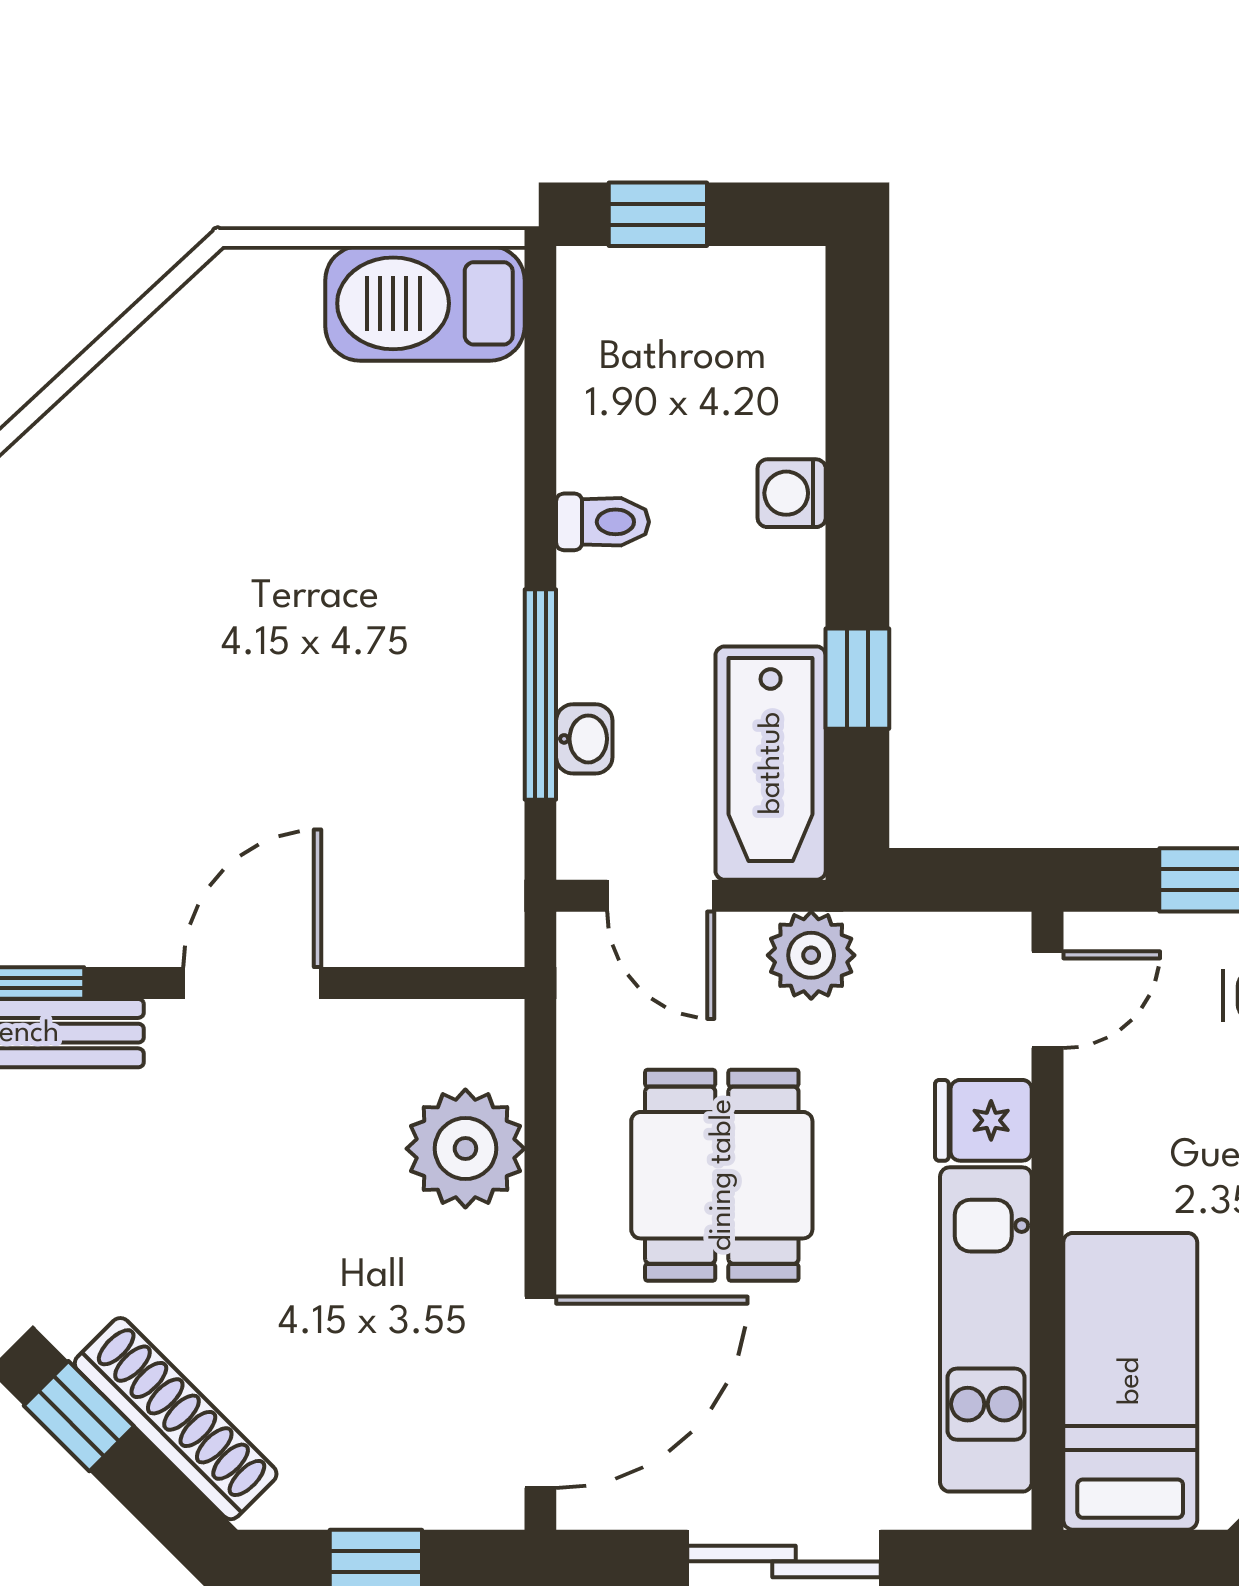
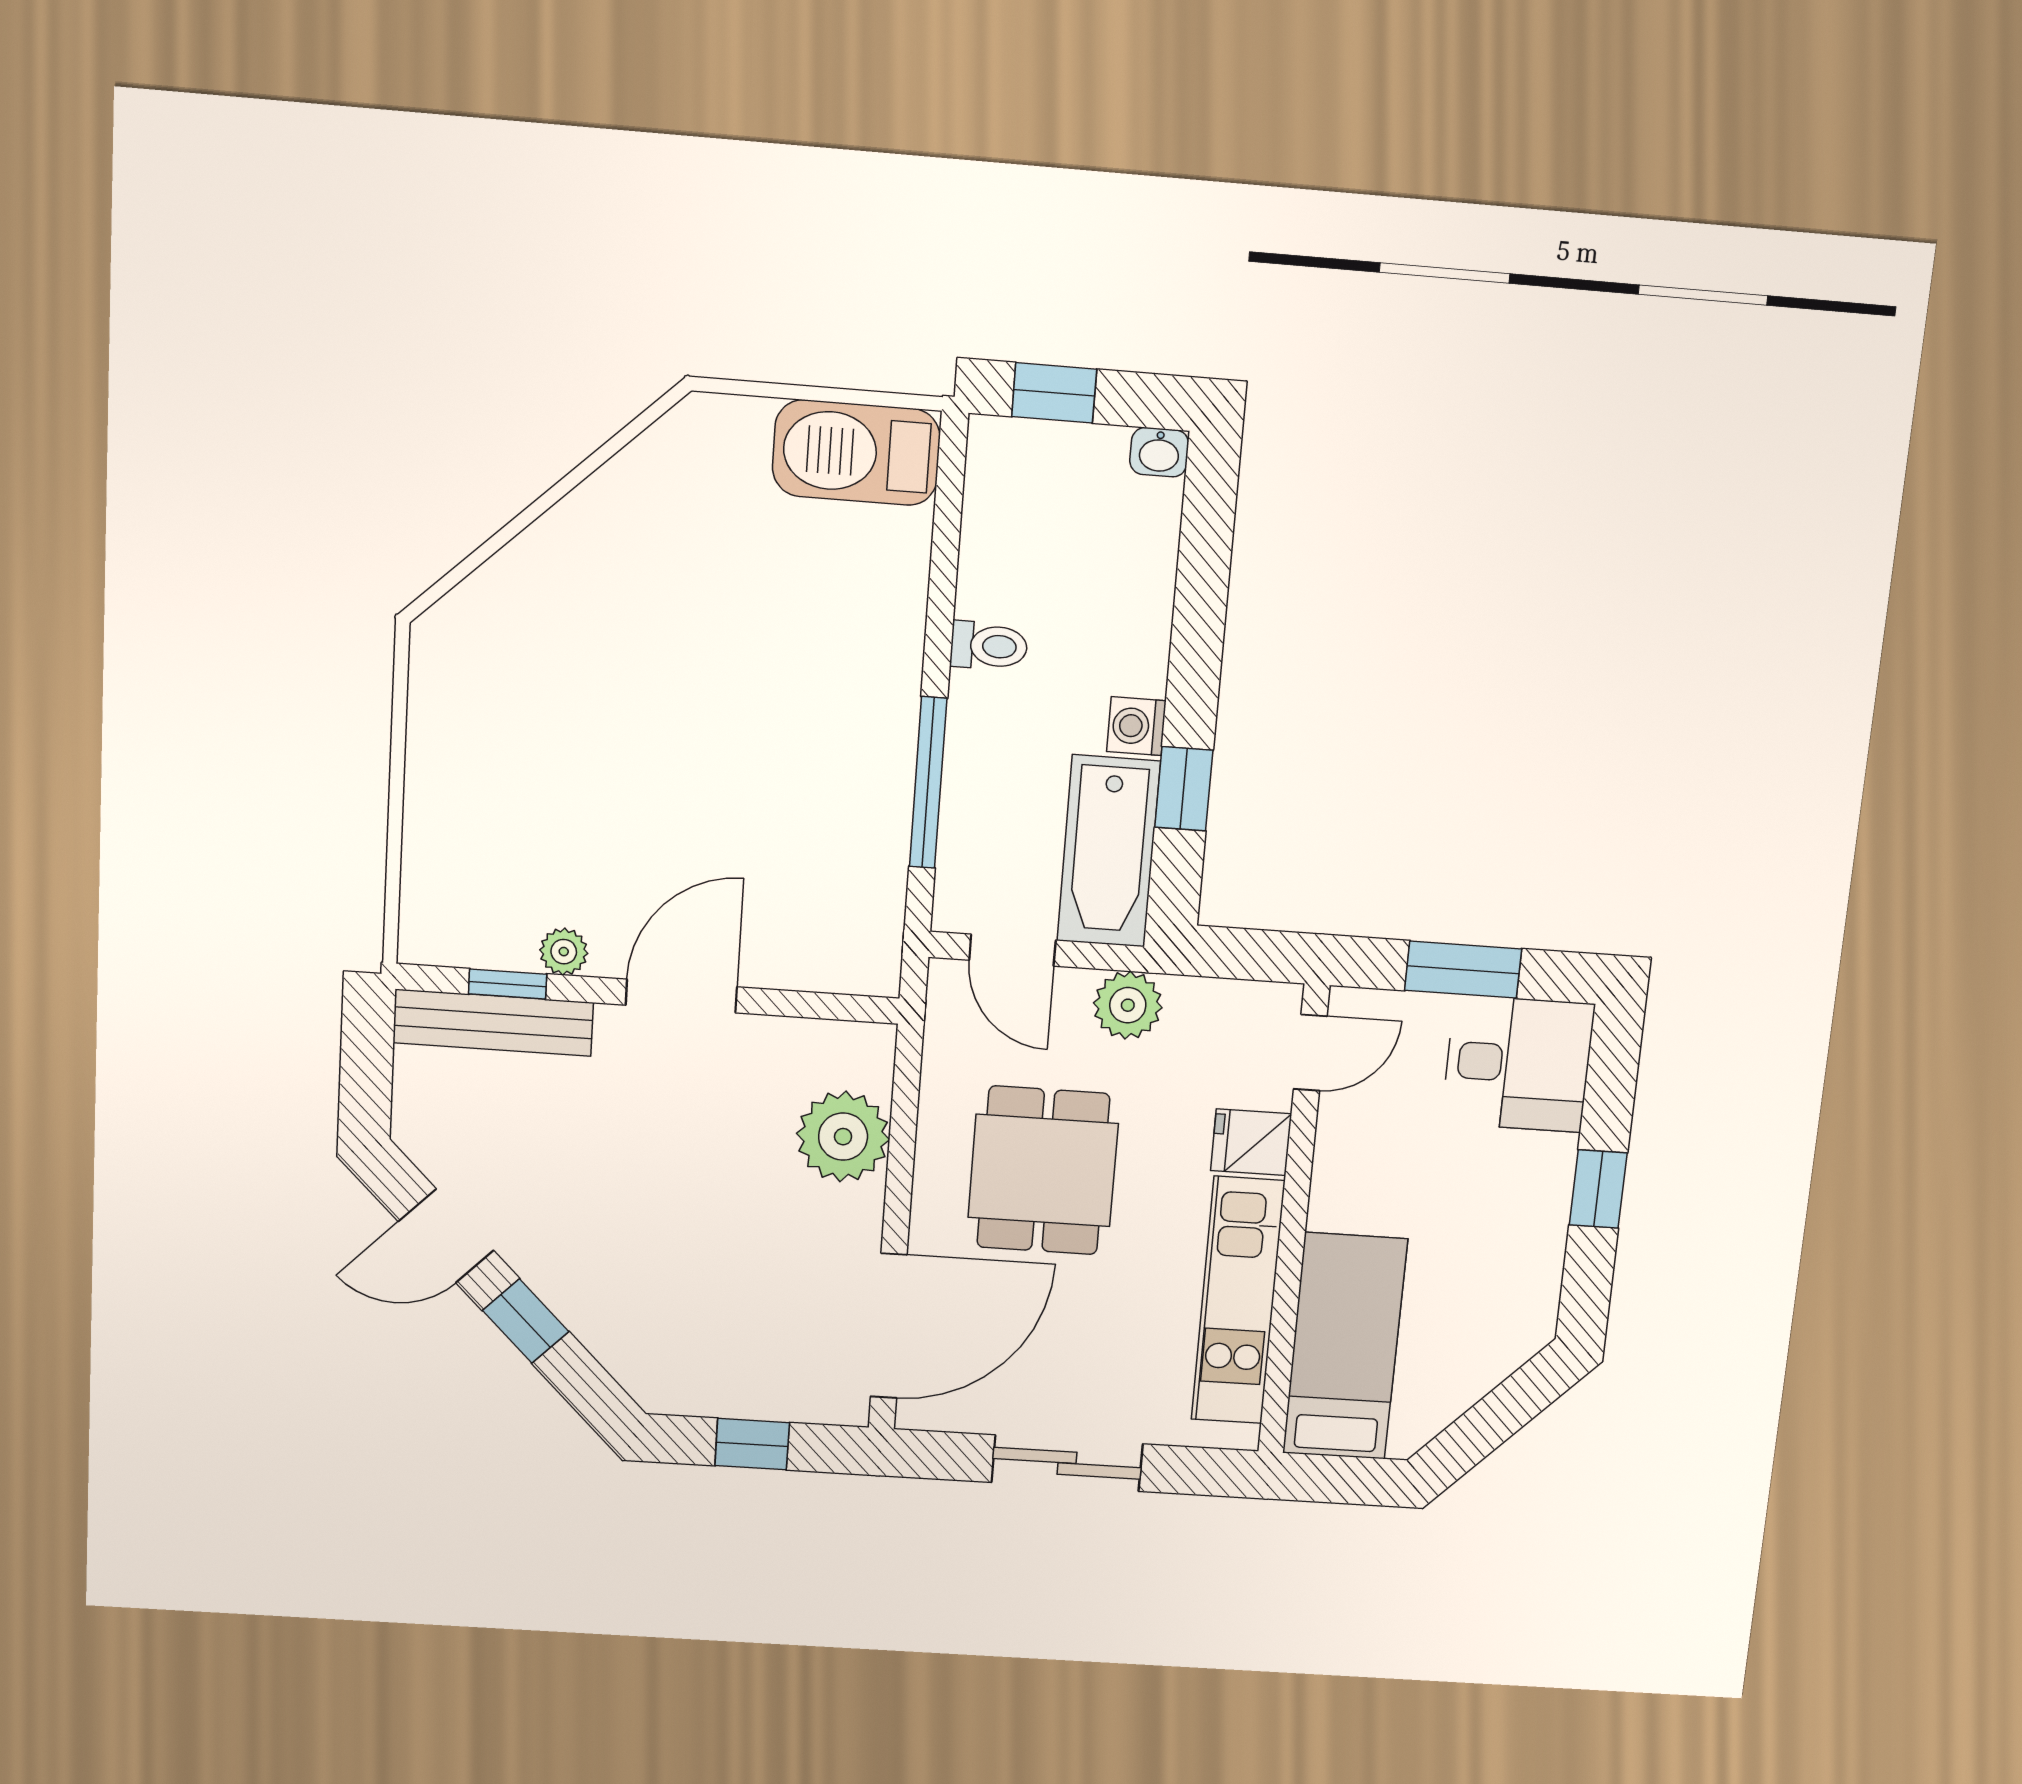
washing machine: (792, 493) -> (1136, 726), moved
washbasin: (584, 739) -> (1159, 452), moved, turned 90
plant: (104, 937) -> (564, 952), added
shoe rack: (176, 1419) -> (602, 1328), removed

